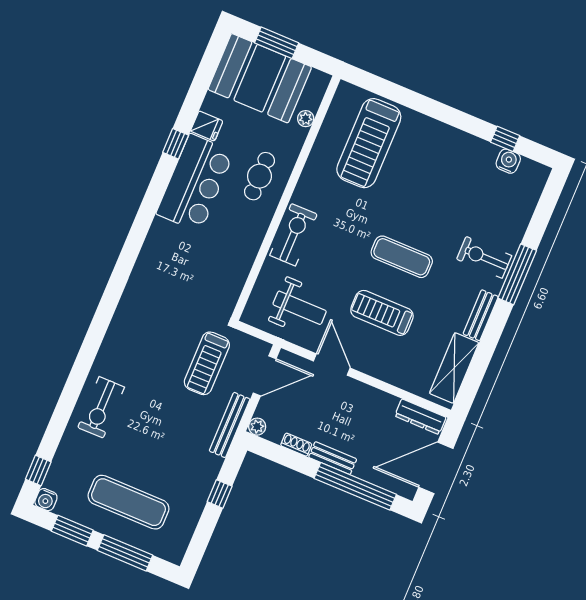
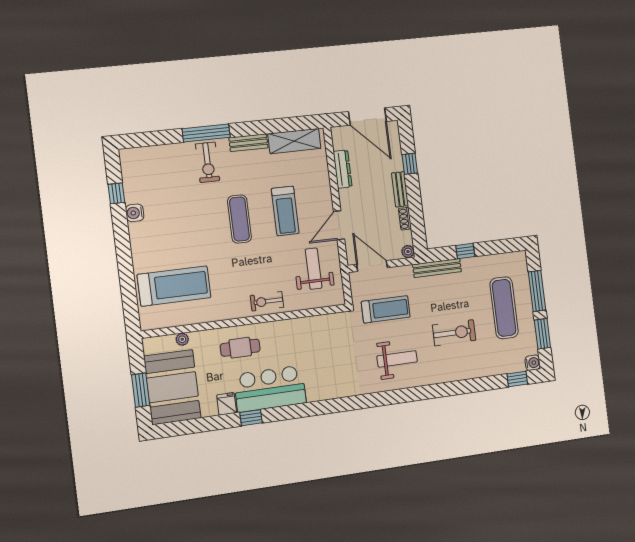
water cooler: (508, 161) -> (135, 213), moved
exercise bike: (293, 235) -> (267, 301), width x0.73, depth x0.72
weight bench: (144, 344) -> (397, 359), added
exercise bike: (101, 407) -> (454, 333), moved
dresser: (420, 417) -> (343, 169), moved
bench: (230, 425) -> (437, 268), moved
window: (355, 486) -> (410, 164), width x0.32

